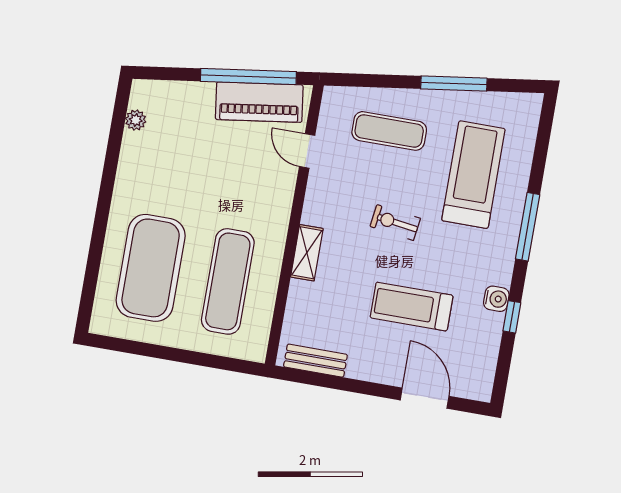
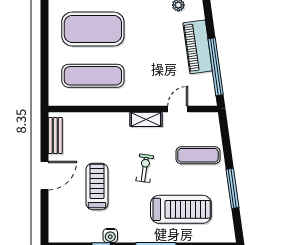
piano: (259, 102) -> (198, 47), moved
exercise mat: (389, 131) -> (198, 155), turned 90
shelving: (307, 253) -> (146, 119), moved
door: (425, 398) -> (44, 176), moved

